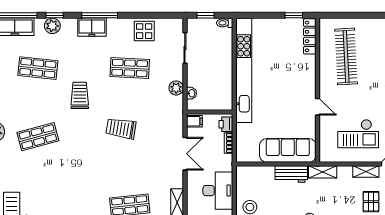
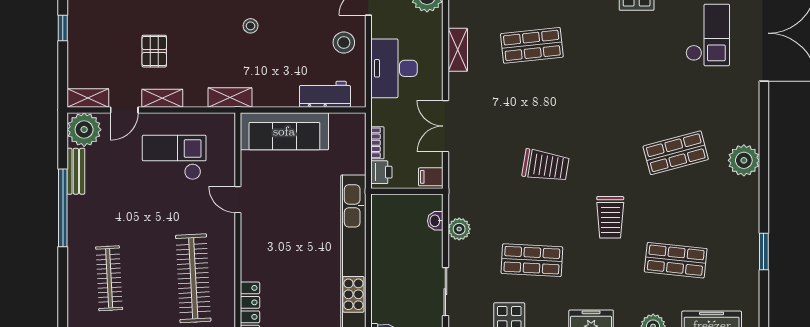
workbench: (291, 174) -> (325, 94), moved

